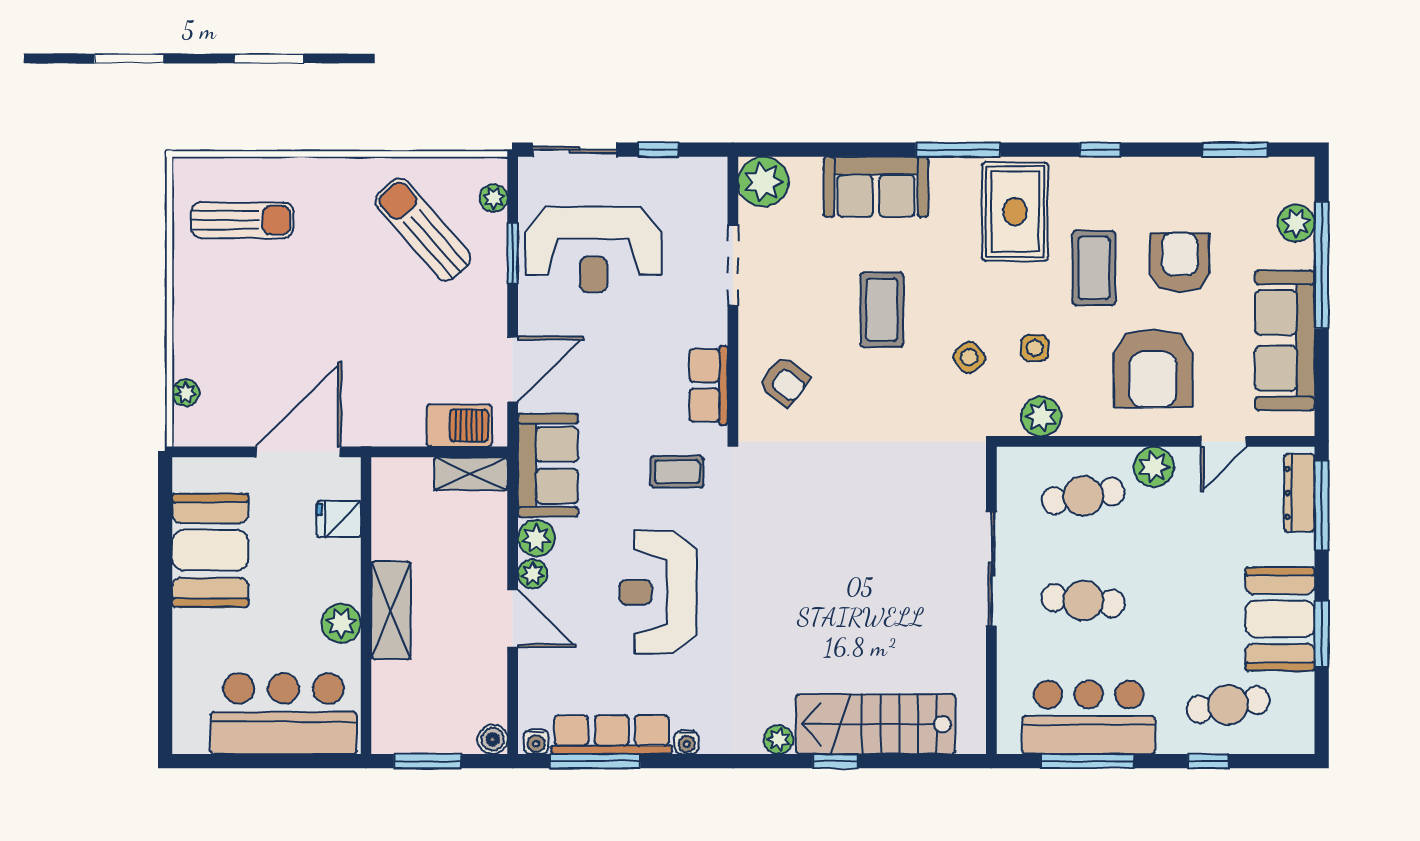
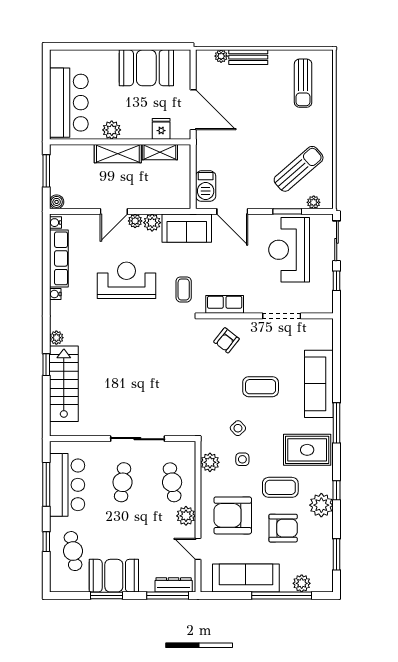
plant: (763, 182) -> (321, 505), moved
sofa: (876, 187) -> (319, 384), width x1.36
bench: (188, 336) -> (248, 57), added
shelving: (471, 474) -> (160, 152), moved, turned 90
window: (595, 761) -> (46, 251), removed

